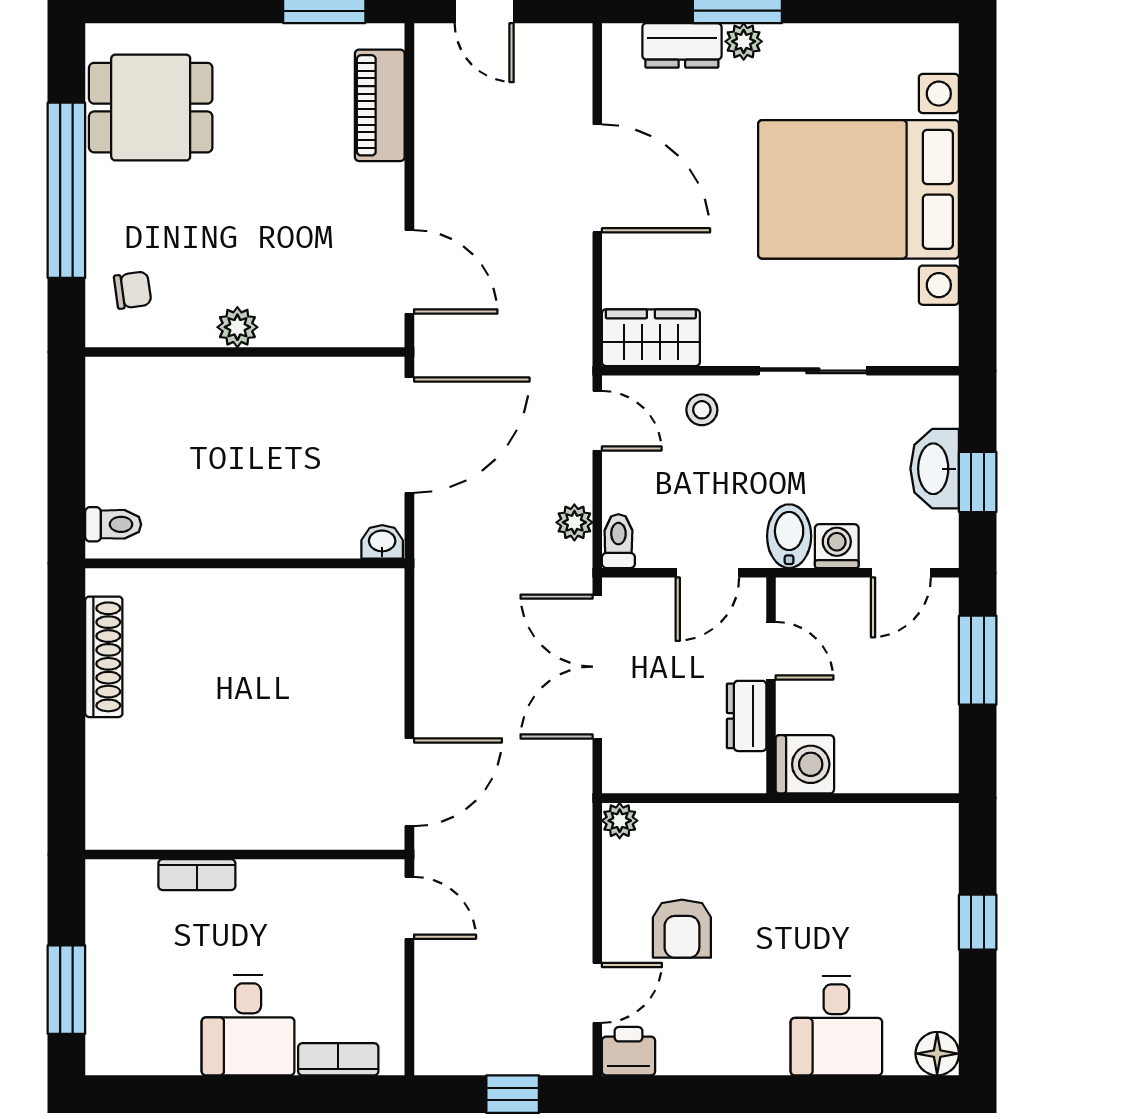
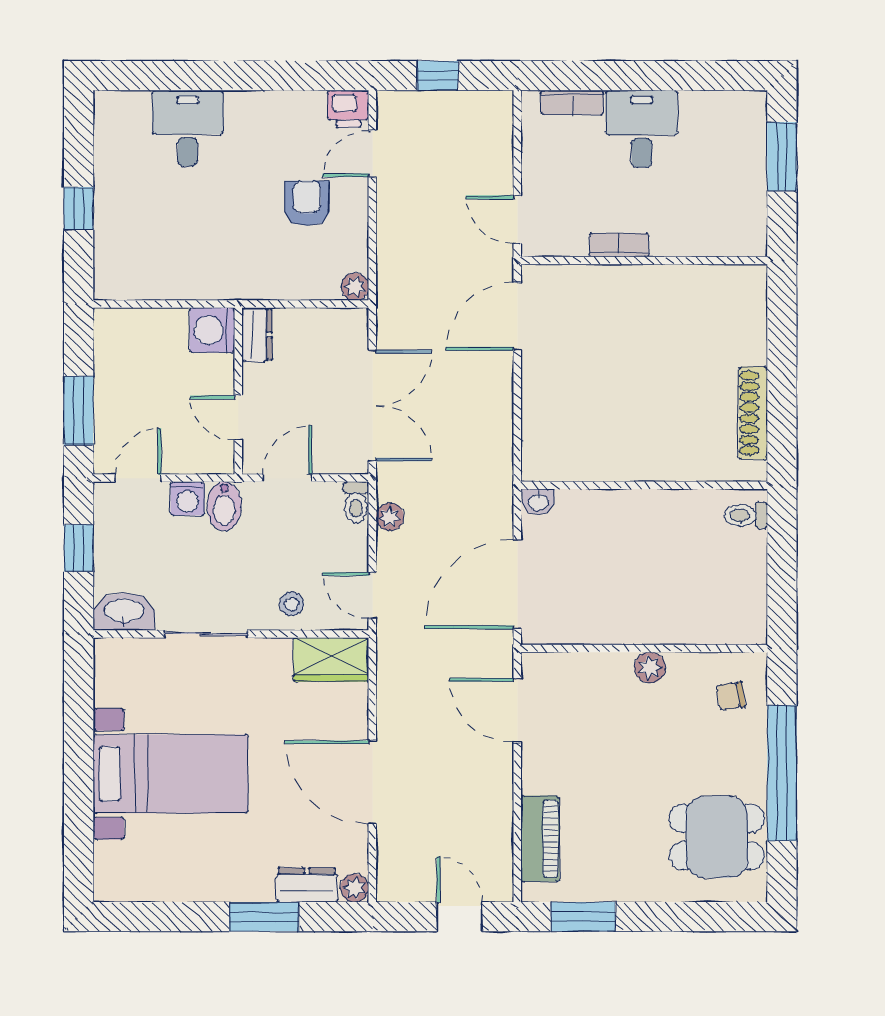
plant: (744, 41) -> (355, 888), moved
bed with nightstands: (859, 189) -> (171, 774), width x0.73
washbasin: (935, 469) -> (124, 612), moved, turned -90
dresser: (747, 716) -> (257, 335), moved
bookcase: (197, 875) -> (619, 245), moved
floor lamp: (937, 1054) -> (110, 107), removed

